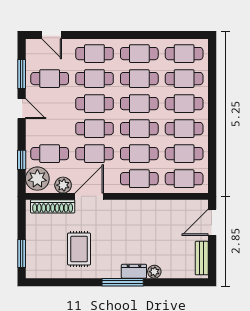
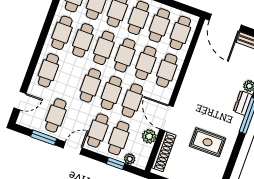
cafe table: (94, 79) -> (98, 131), moved
plant: (37, 179) -> (130, 159), width x0.53, depth x0.53
door: (212, 222) -> (225, 23), width x1.36

